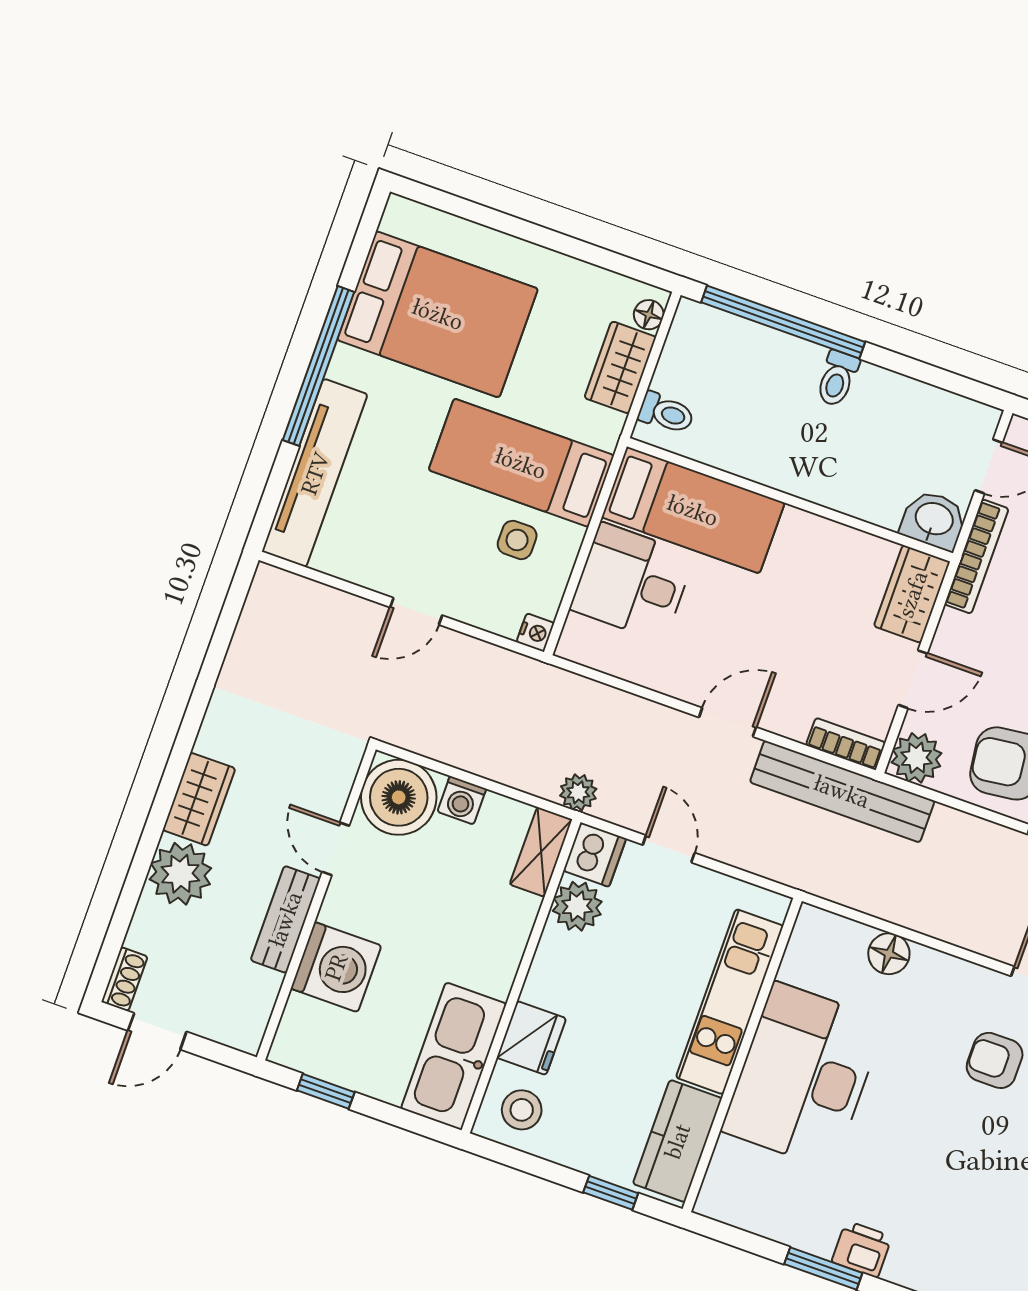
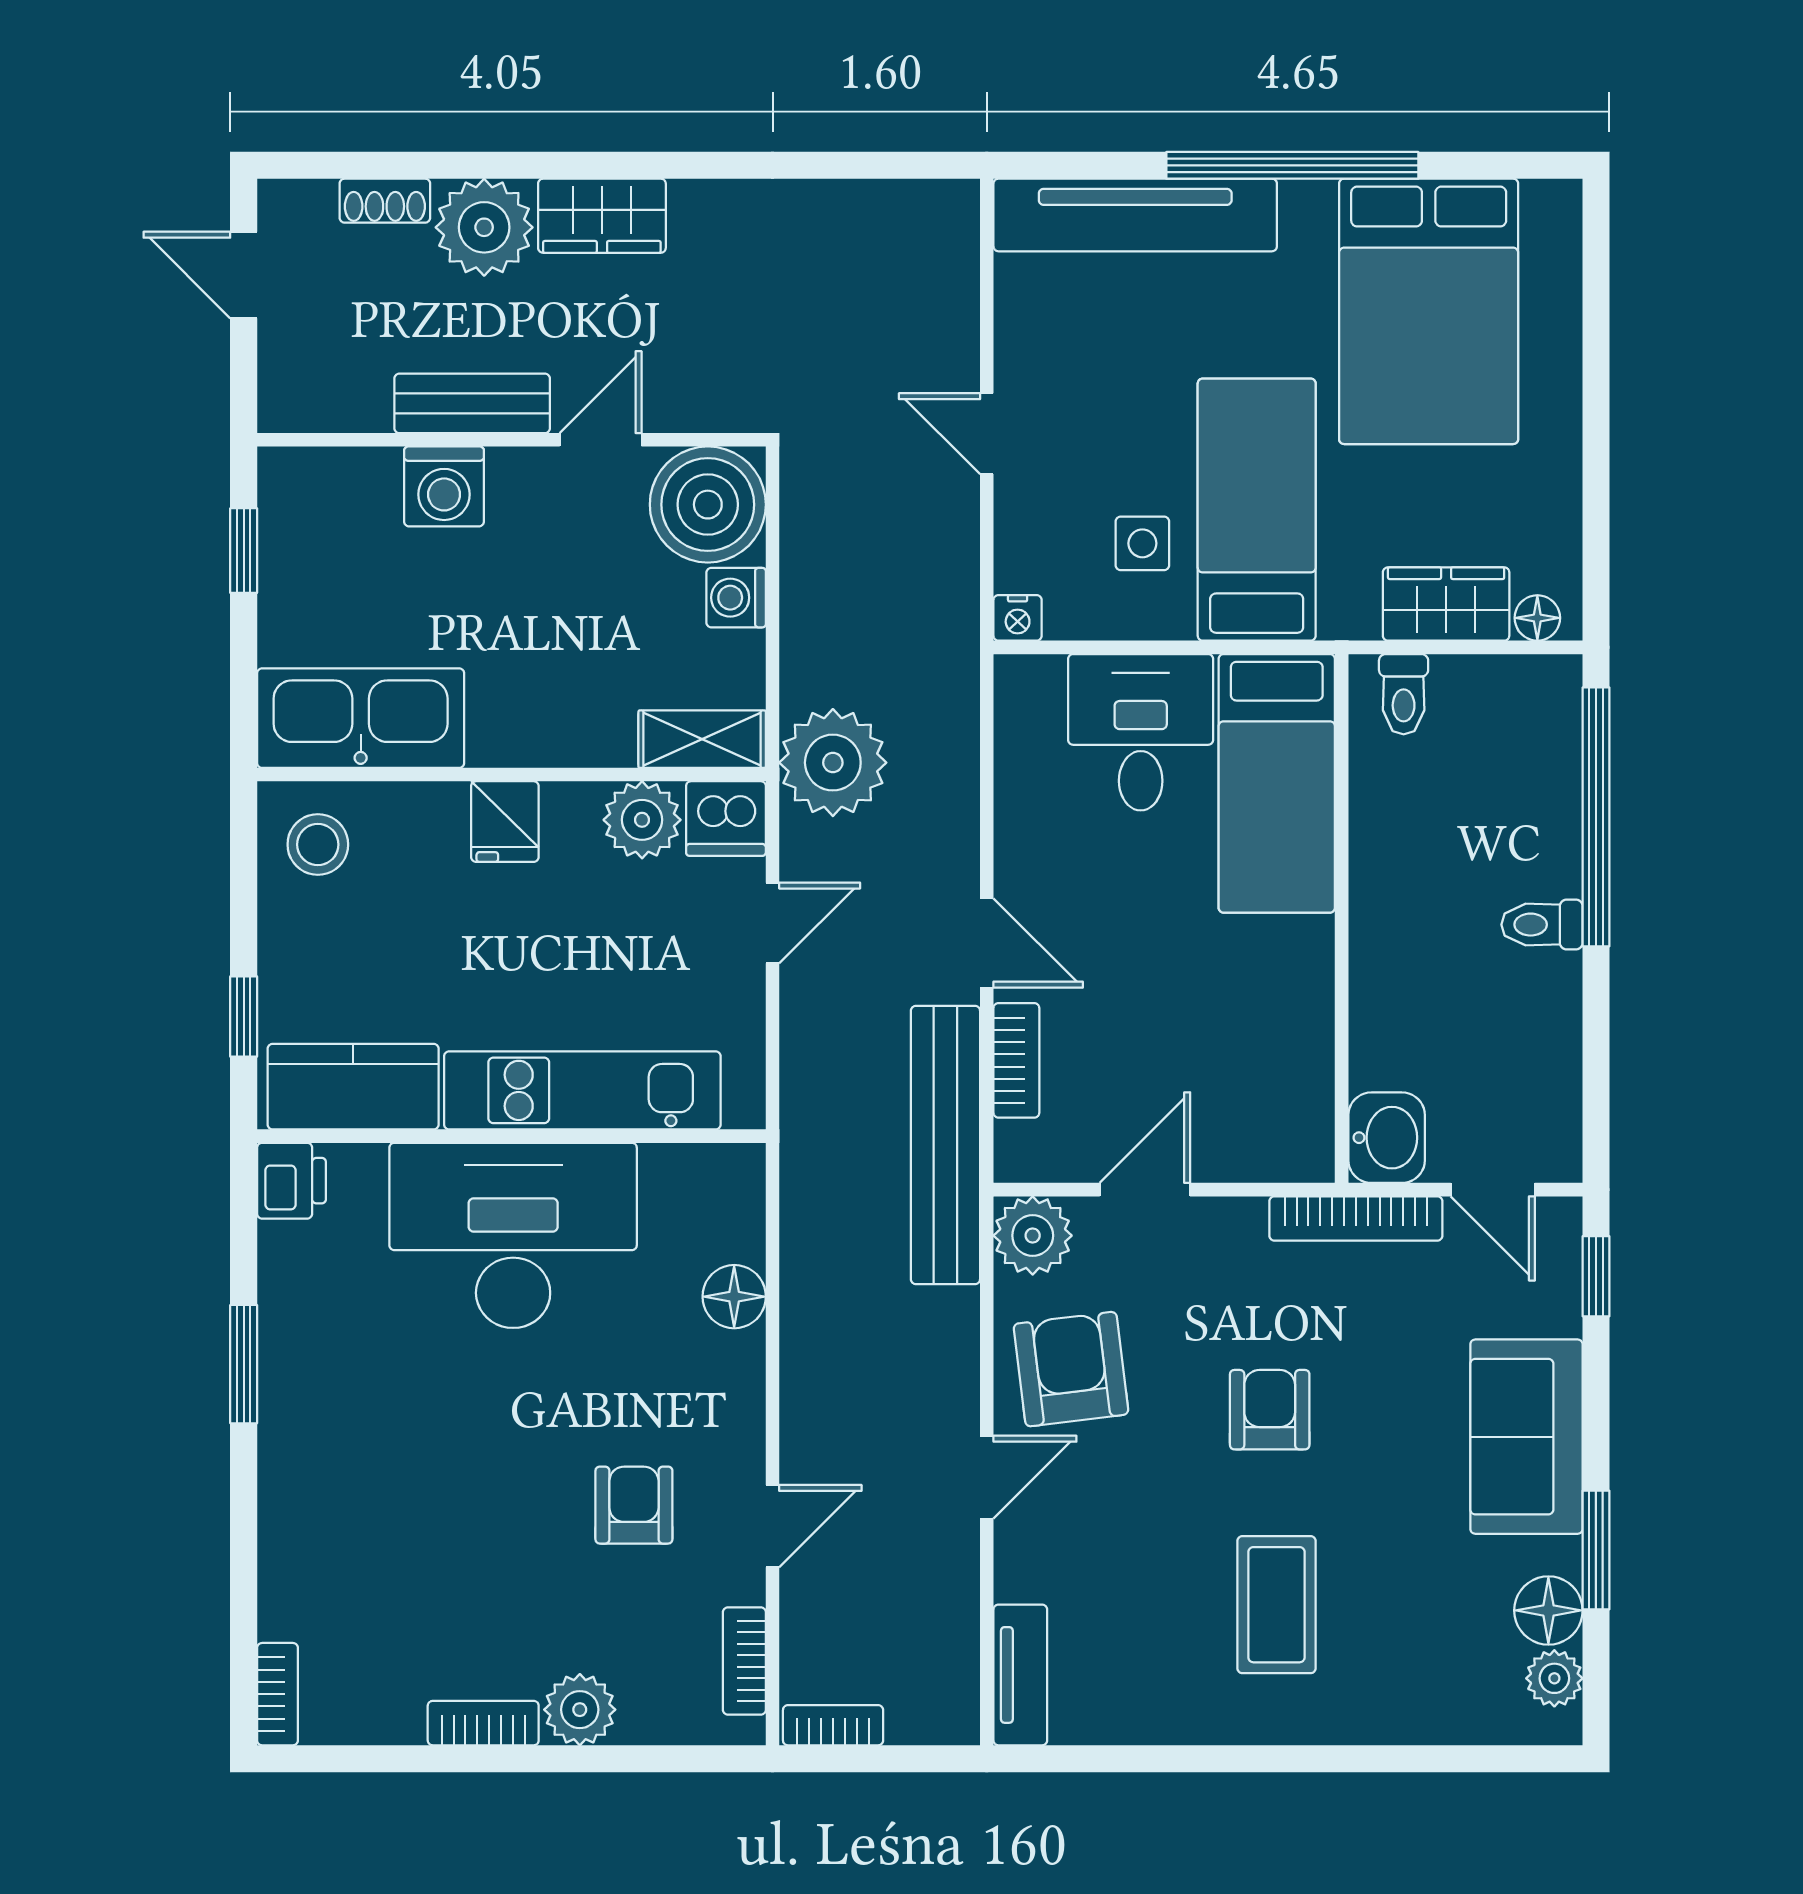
wardrobe: (912, 594) -> (1268, 1144), removed
door: (913, 679) -> (1145, 1190), swing flipped
bookcase: (846, 744) -> (1016, 1060), moved
plant: (578, 792) -> (833, 763), width x1.87, depth x1.87
washing machine: (336, 967) -> (444, 486), width x0.73, depth x0.73
shoe rack: (125, 979) -> (385, 201), moved
fridge: (531, 1038) -> (505, 822), moved, width x0.72
printer: (862, 1249) -> (291, 1181), moved

